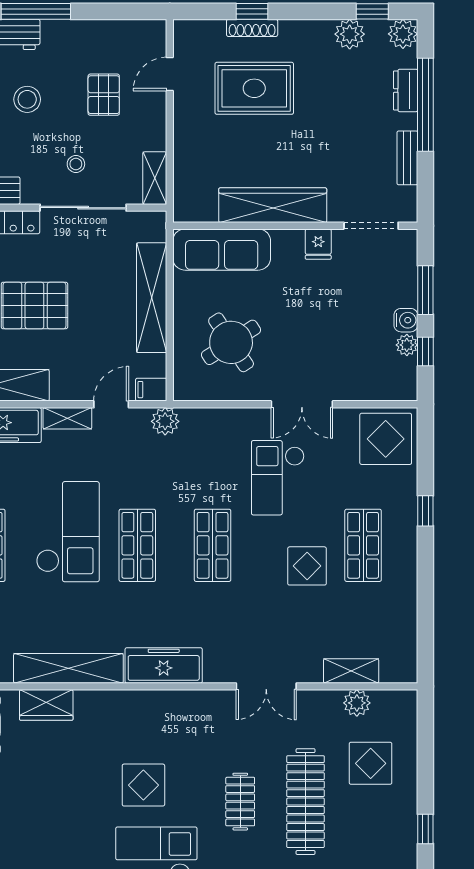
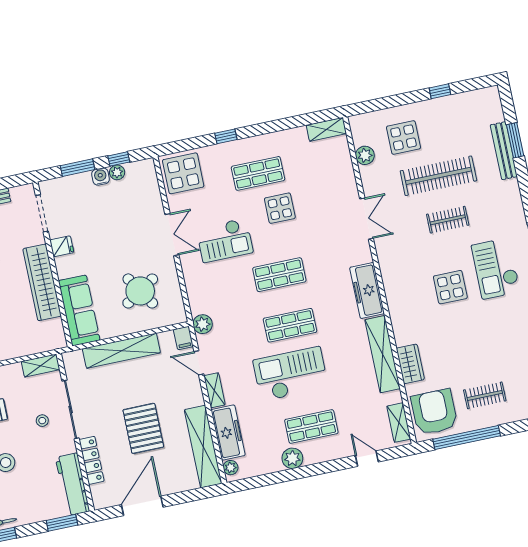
shelving: (351, 671) -> (326, 129), moved, turned 90

